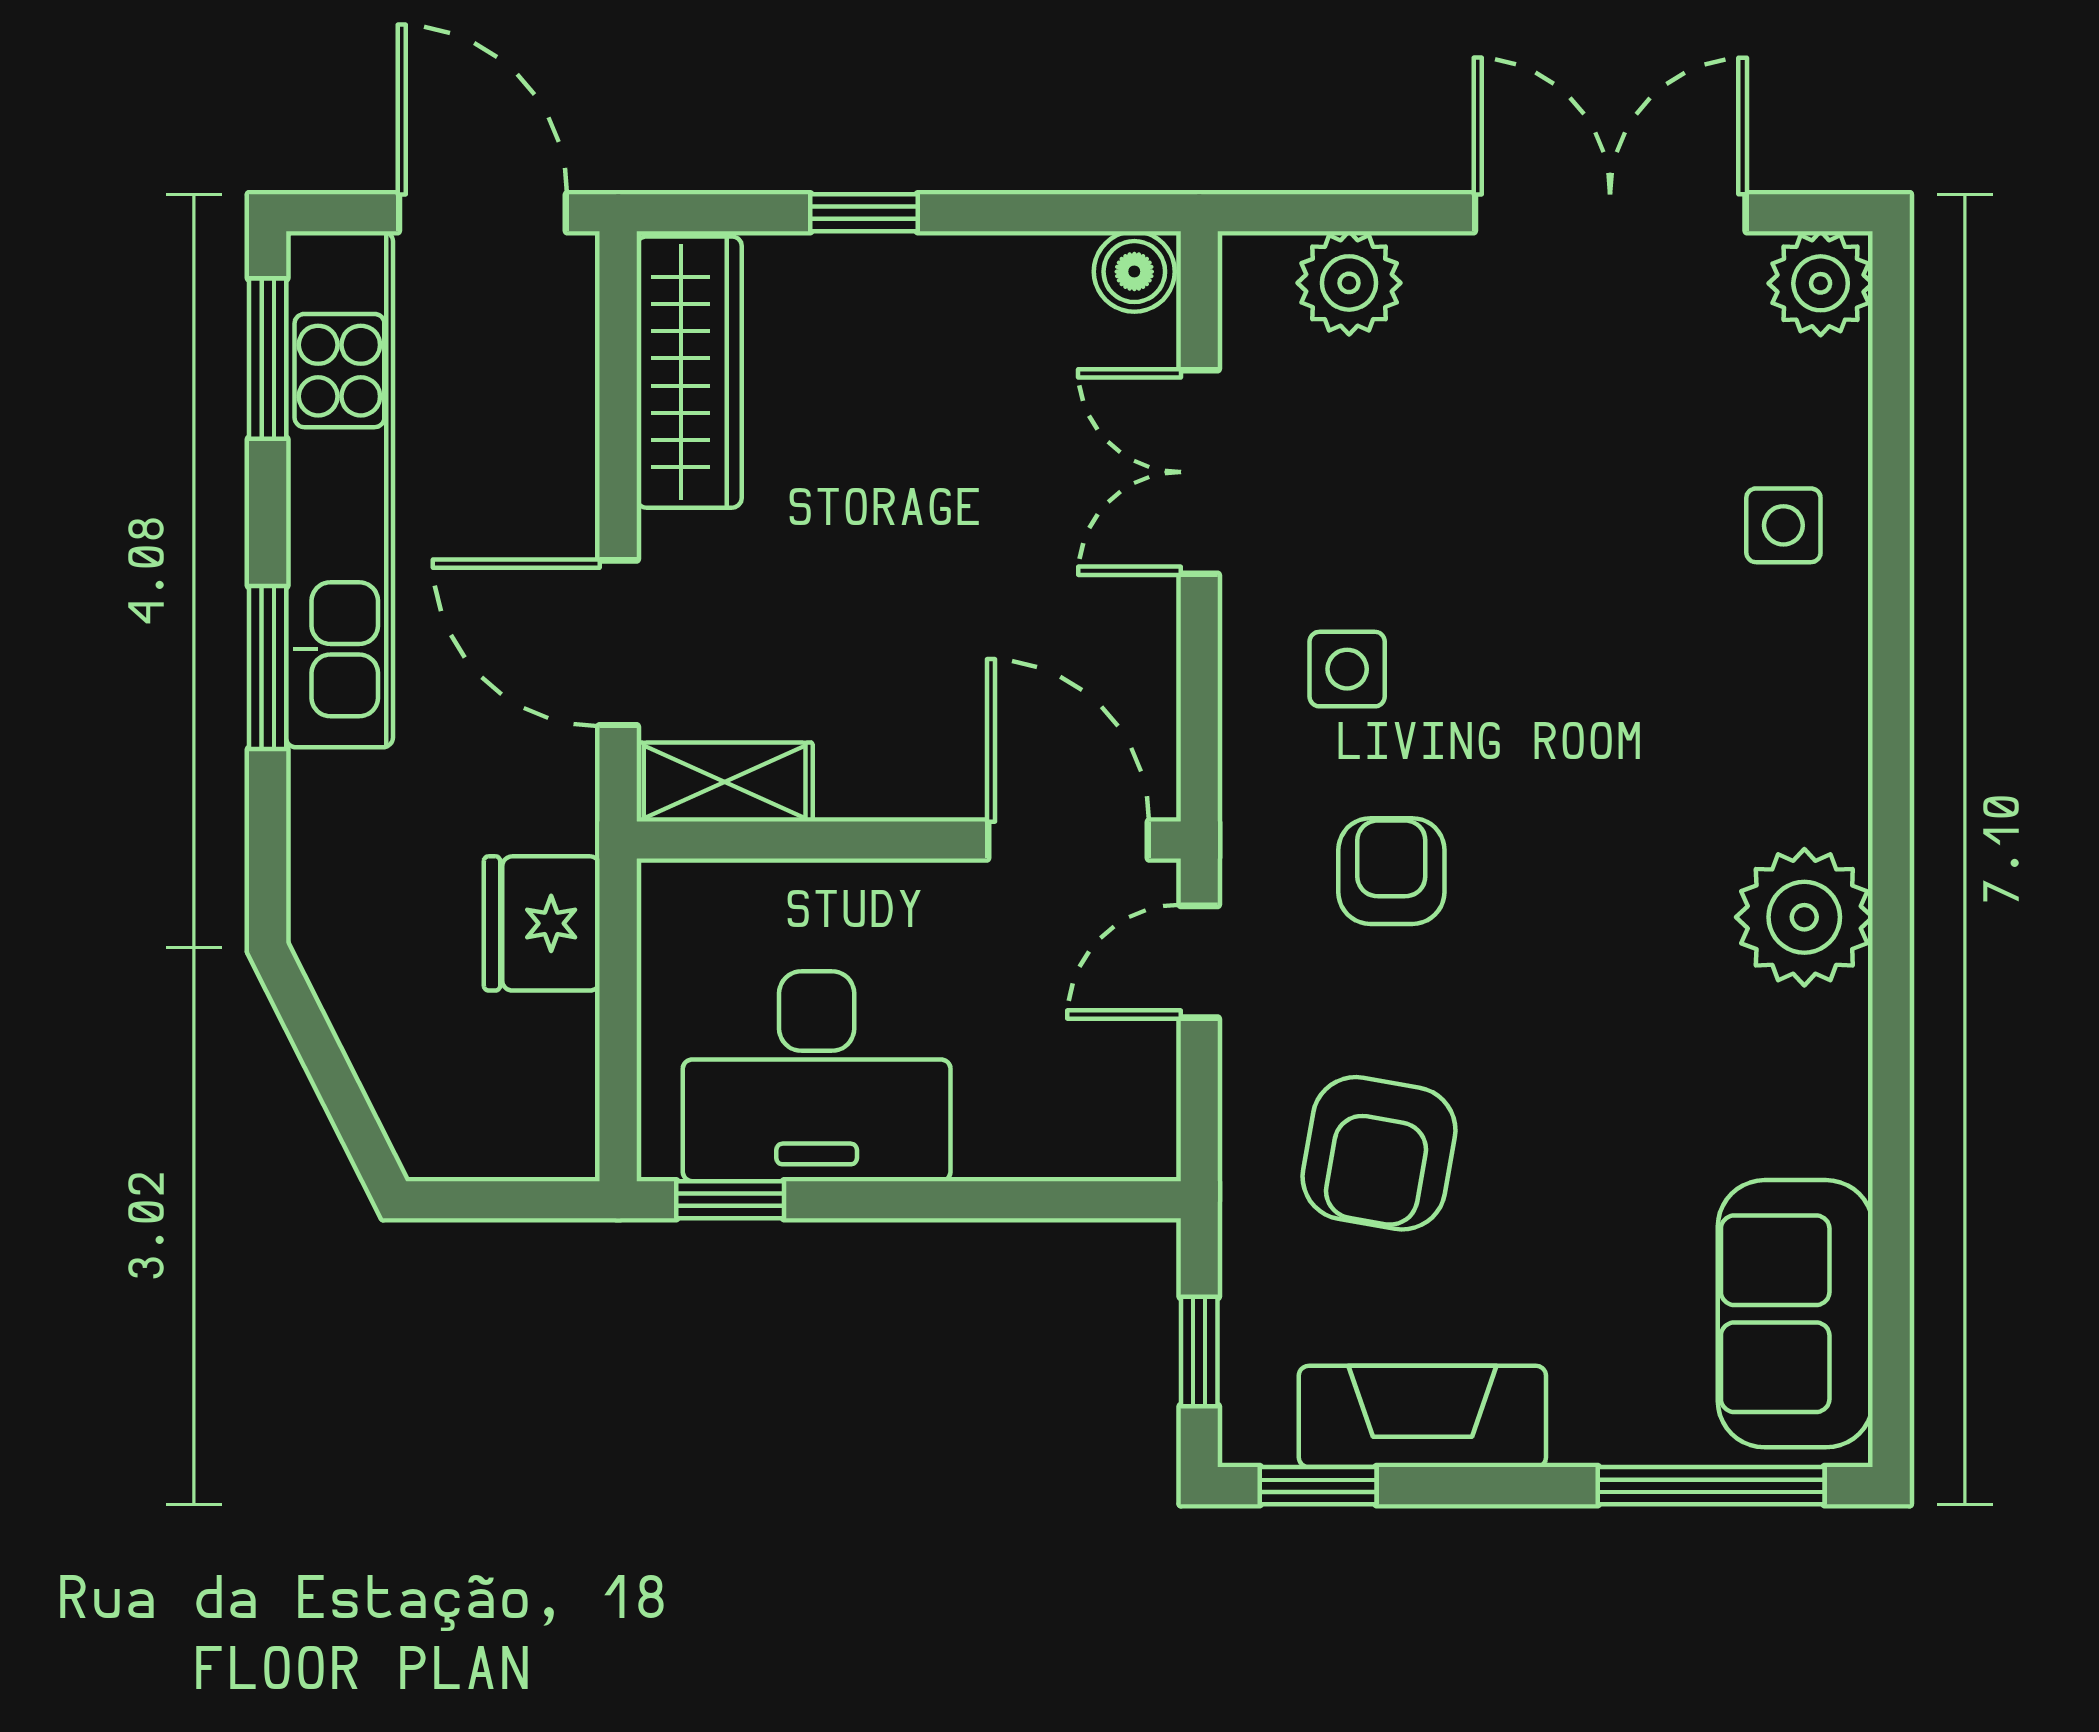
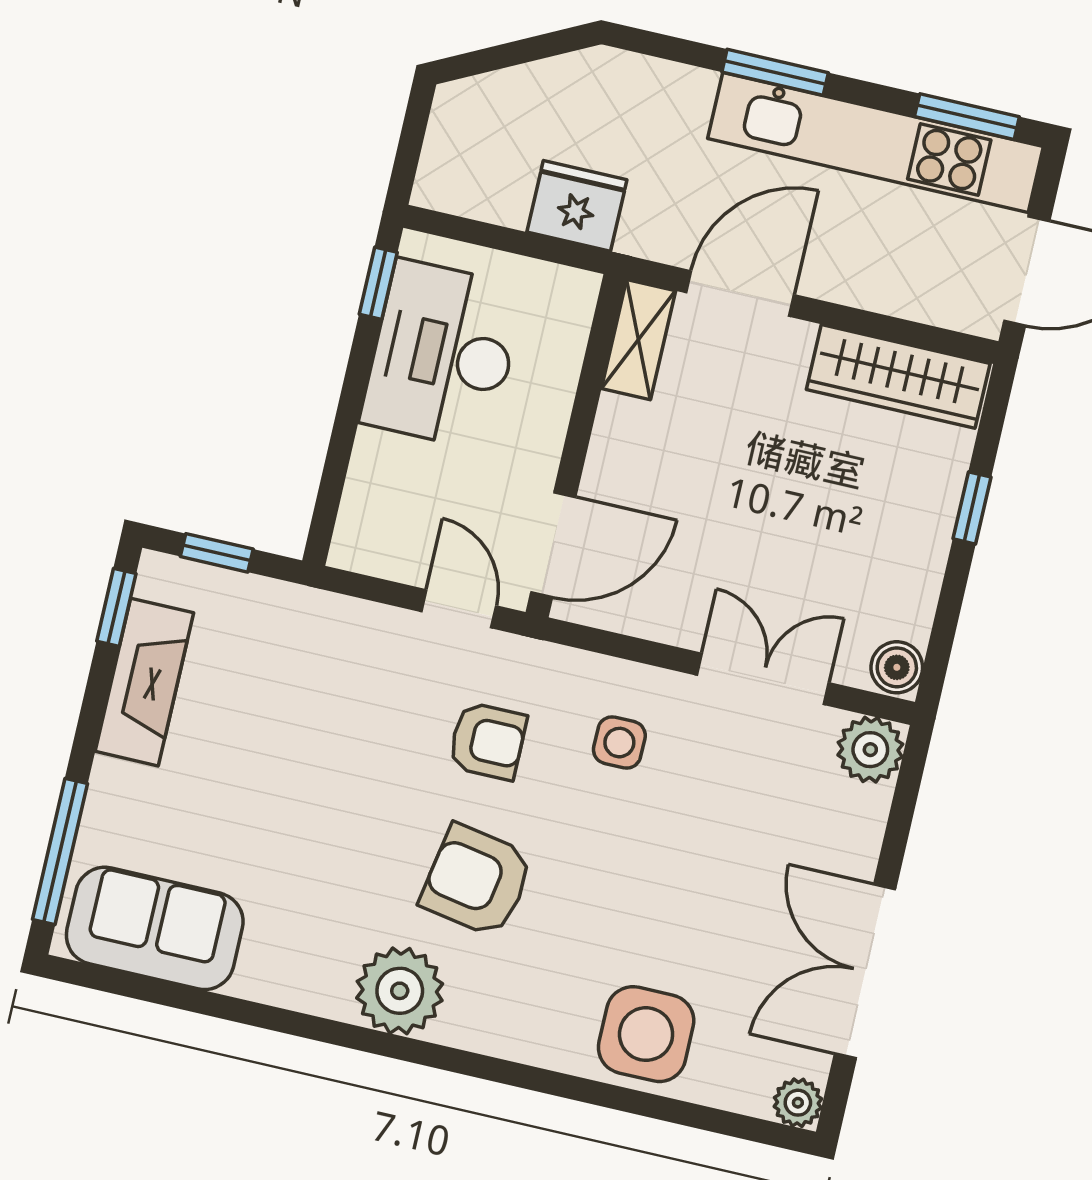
double door: (1610, 213) -> (865, 971), swing flipped
plant: (1349, 283) -> (870, 750), moved
plant: (1821, 283) -> (798, 1103), width x0.73, depth x0.73
side table: (1783, 525) -> (646, 1034), width x1.87, depth x1.87
armchair: (1379, 1153) -> (477, 881), moved

